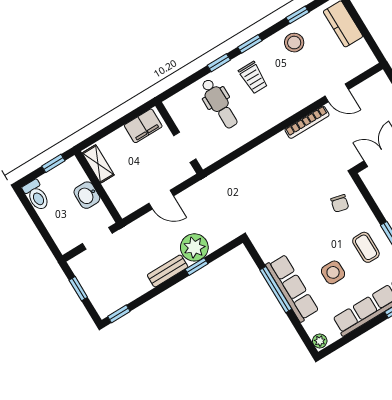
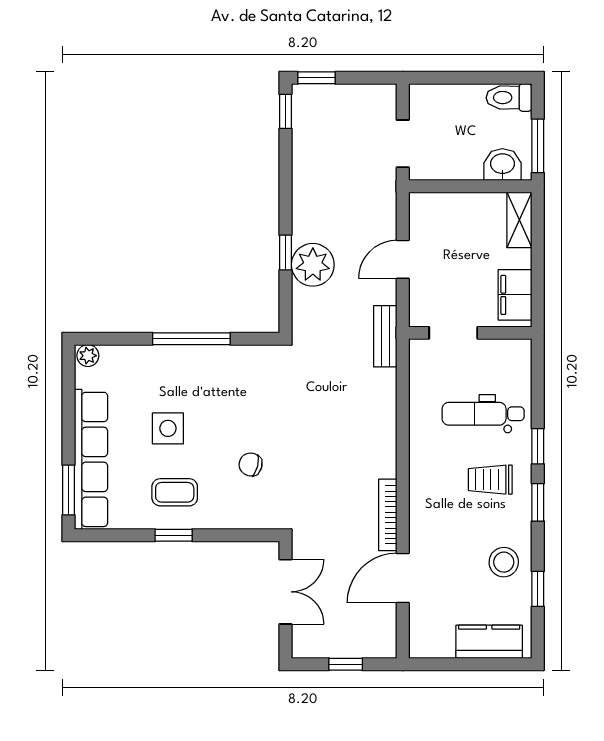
door: (337, 93) -> (403, 578), width x1.38
window: (53, 163) -> (538, 146), width x1.50
shelving: (98, 164) -> (519, 220), moved, turned 90
washbasin: (87, 195) -> (502, 165), moved
chair: (340, 203) -> (251, 464), moved
bench: (168, 271) -> (385, 336), moved
row of seats: (292, 288) -> (180, 362), removed
window: (78, 289) -> (316, 78), moved

